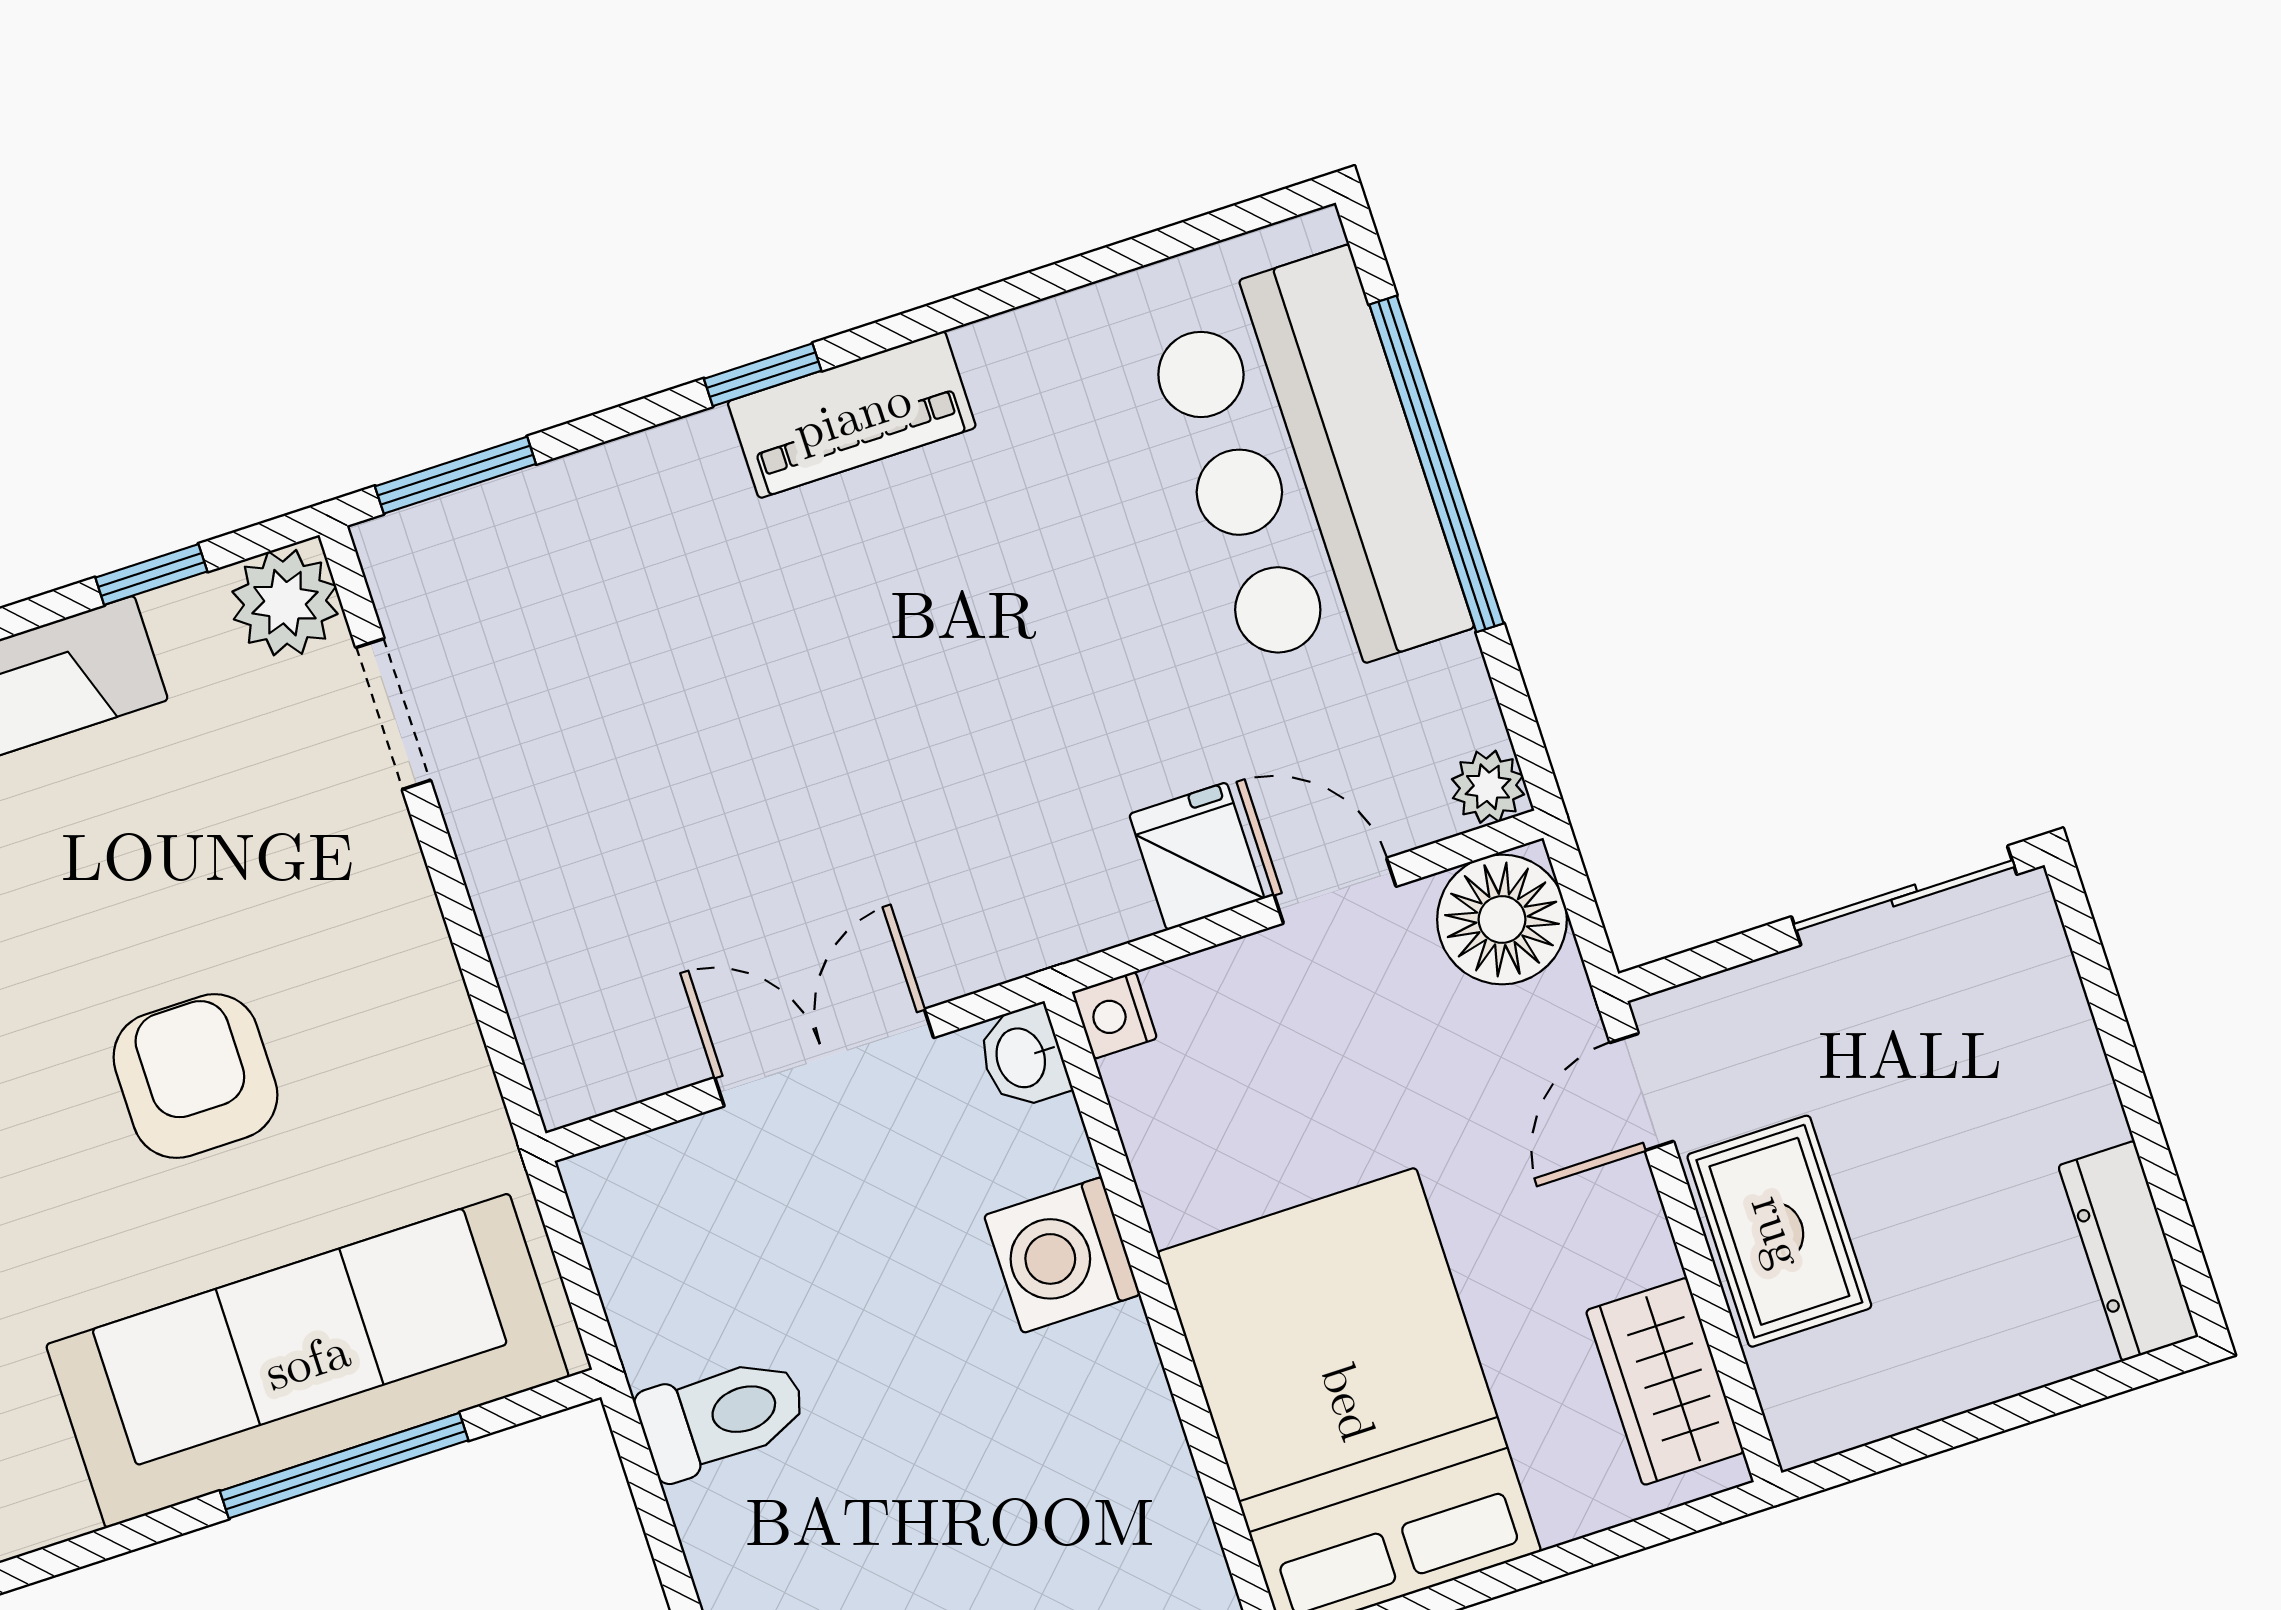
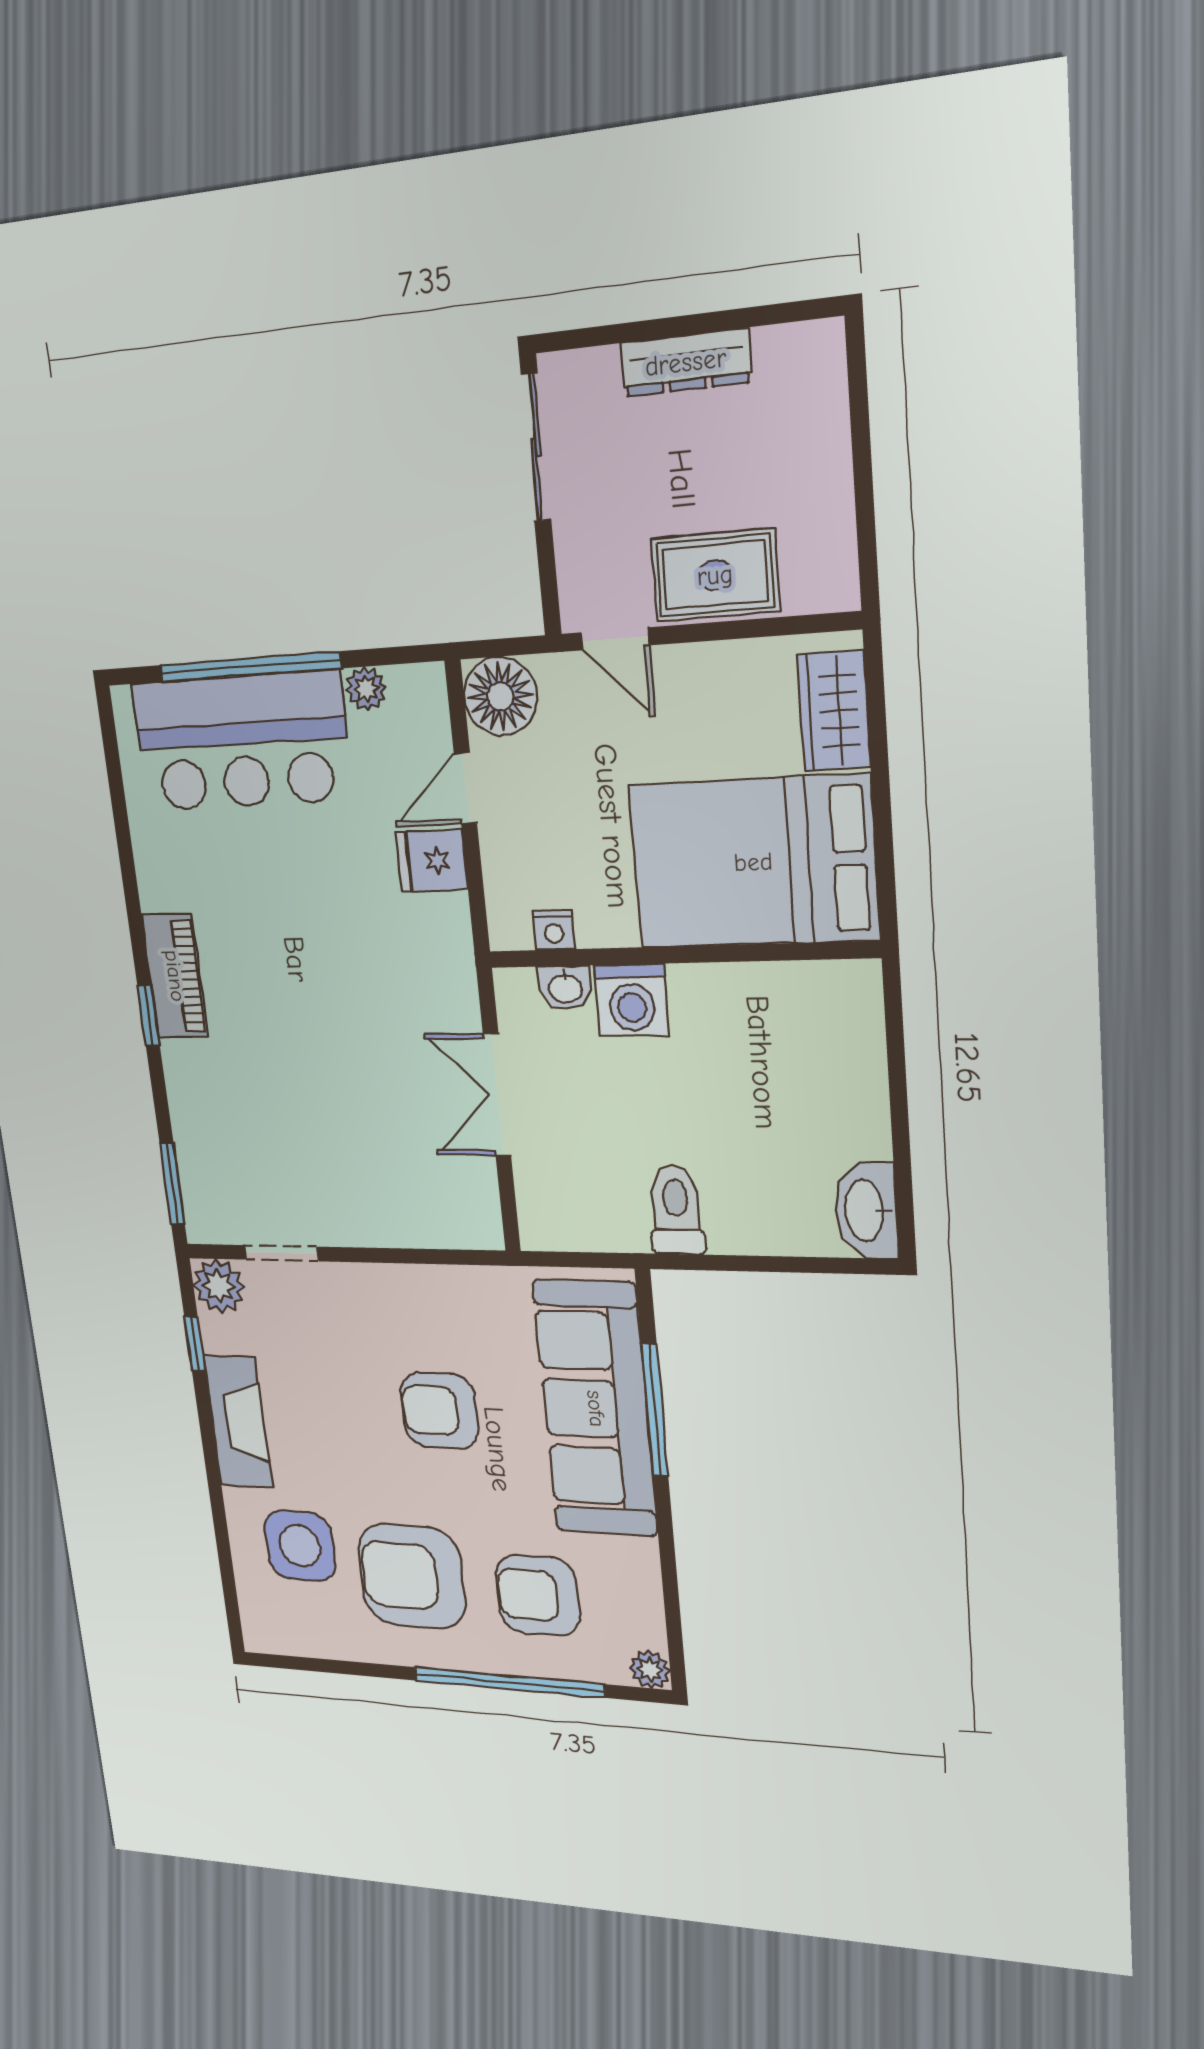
plant: (1488, 787) -> (366, 689), moved
nightstand: (1115, 1015) -> (554, 930), moved
washbasin: (1023, 1057) -> (565, 988), moved
dresser: (2128, 1251) -> (686, 362), moved
wardrobe: (1665, 1381) -> (834, 711), moved, turned 90

